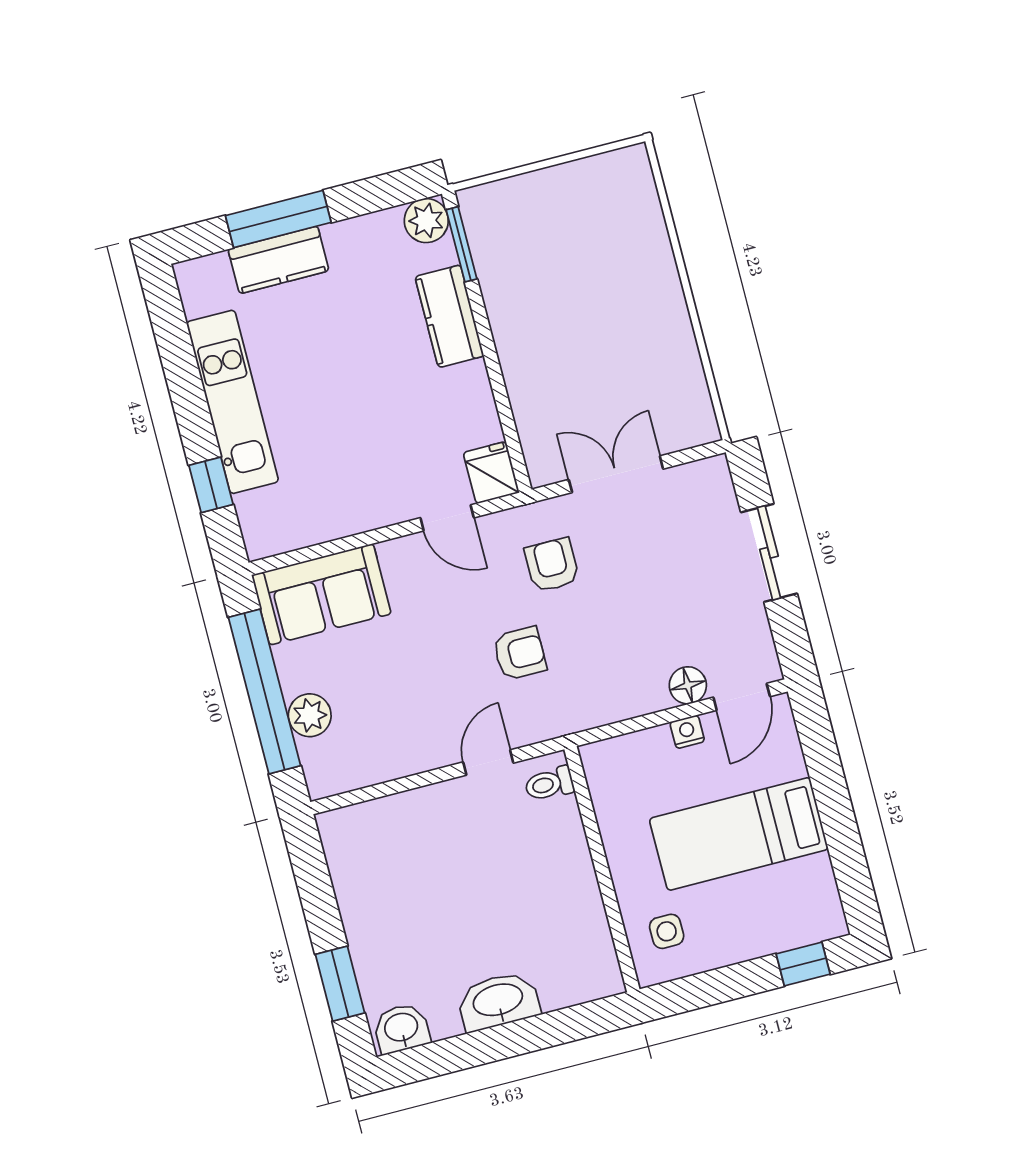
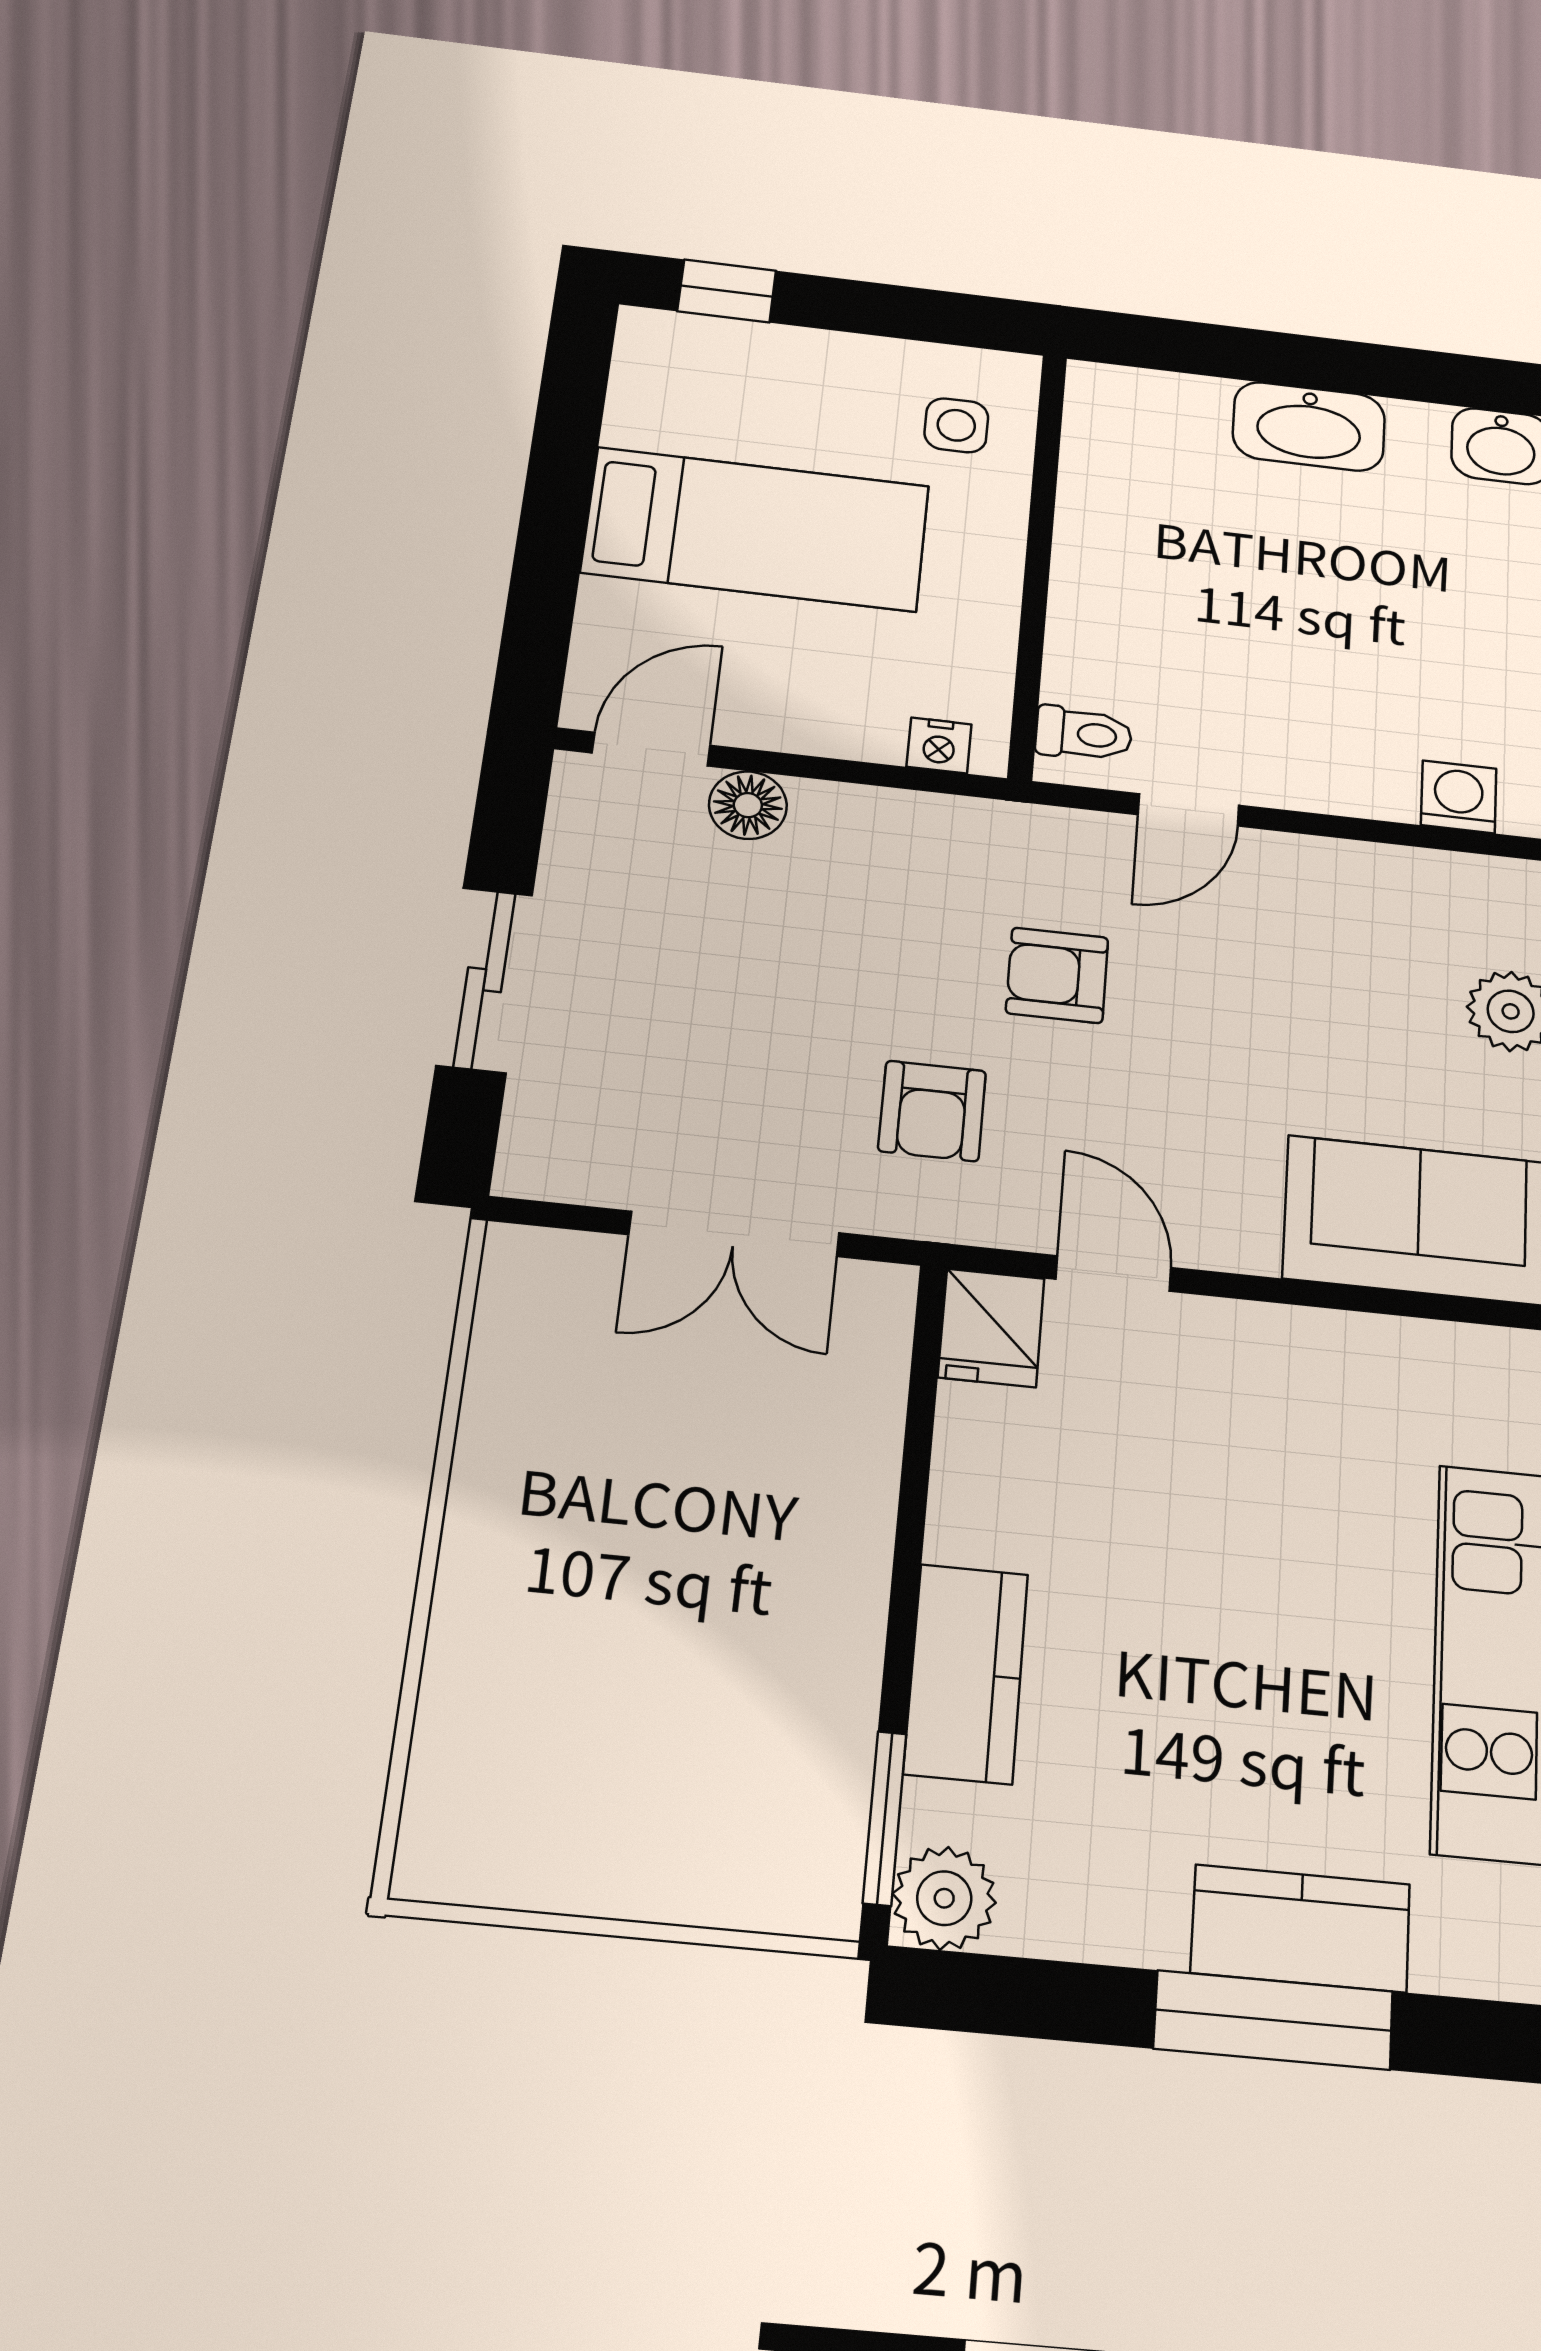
nightstand: (687, 732) -> (939, 745), moved
washing machine: (366, 820) -> (1459, 797), added

